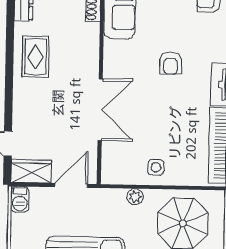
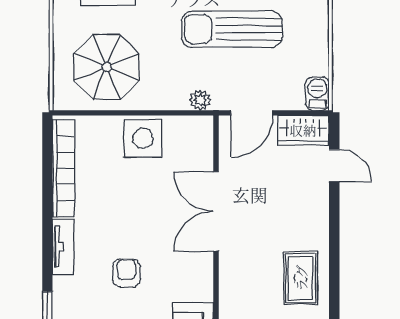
side table: (156, 167) -> (143, 138), width x1.87, depth x1.87
plant: (135, 197) -> (200, 100), moved

